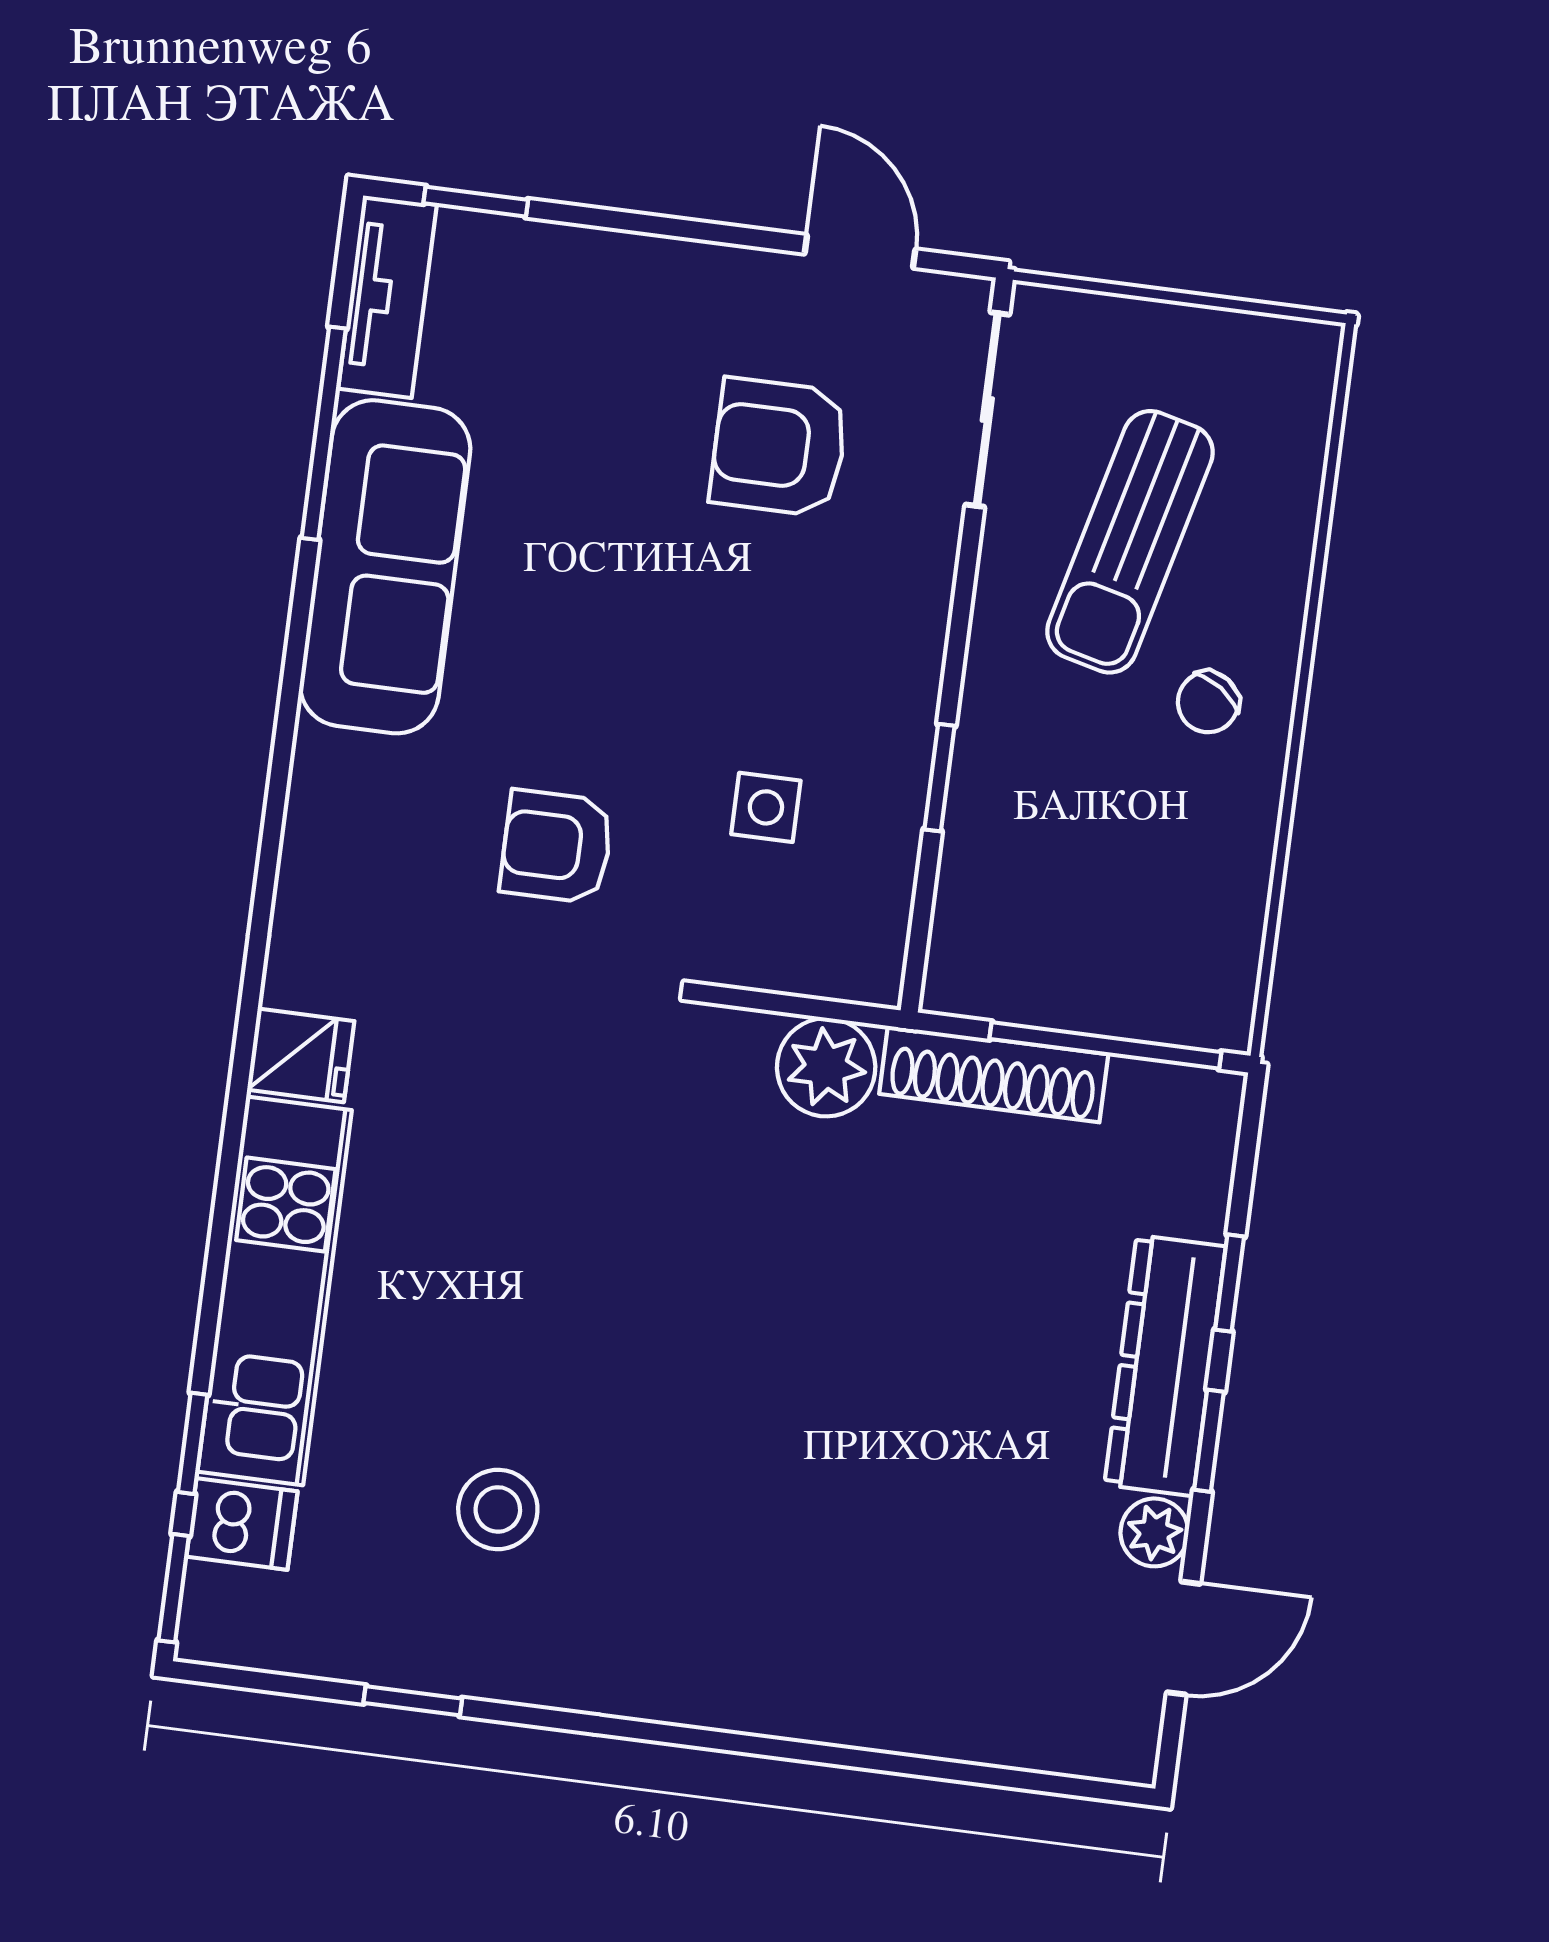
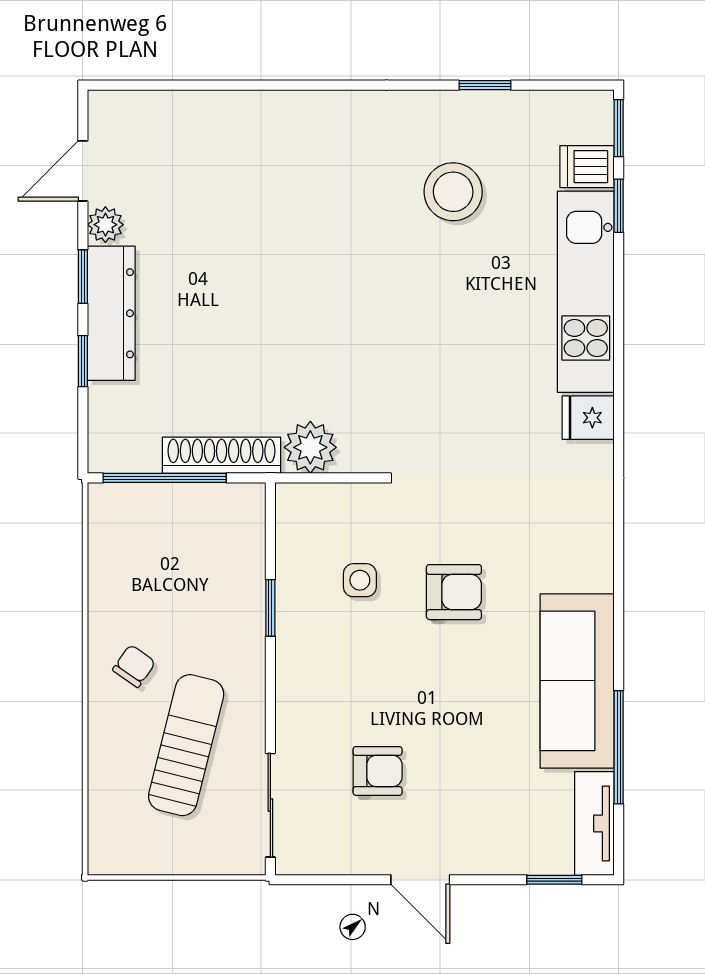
door: (860, 251) -> (420, 880), moved
armchair: (779, 447) -> (378, 771), width x0.72, depth x0.72
armchair: (557, 847) -> (454, 592), moved
stool: (498, 1509) -> (453, 192), width x1.38, depth x1.38

